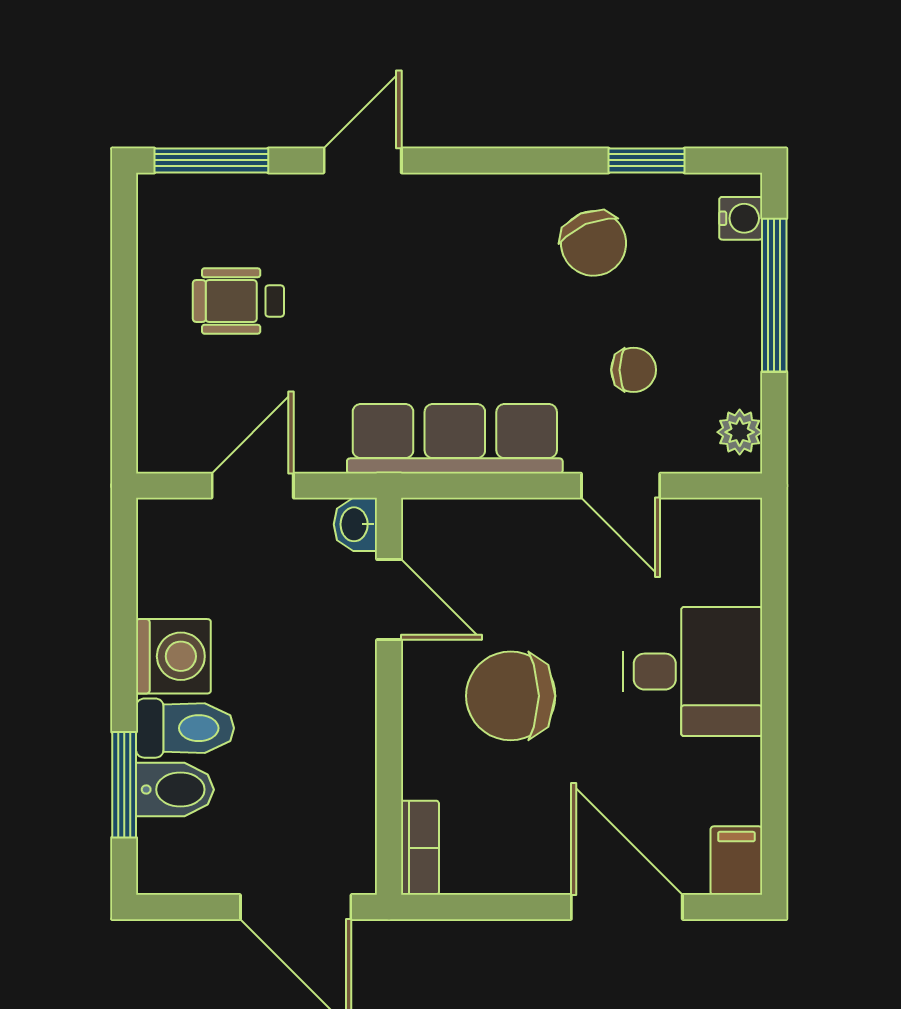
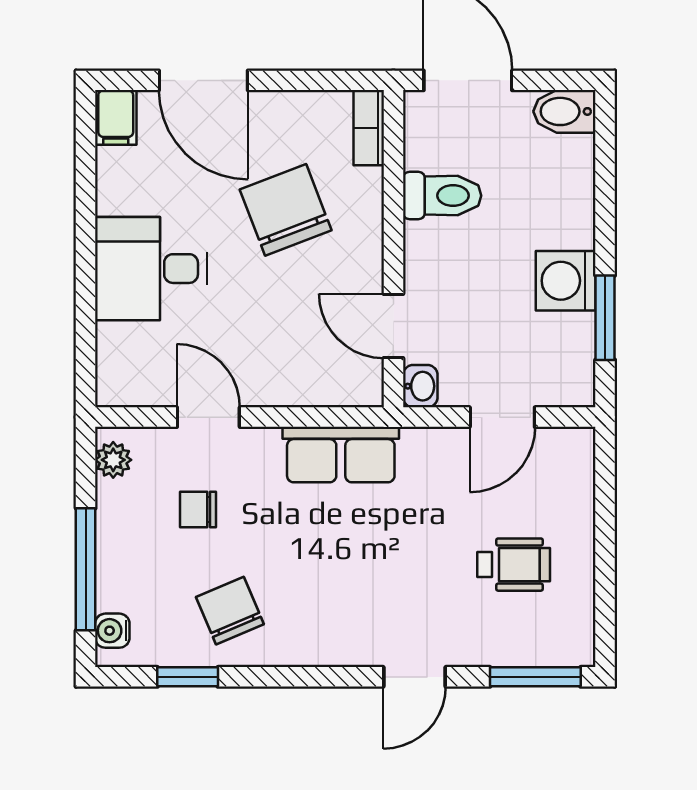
row of seats: (455, 439) -> (341, 455), width x0.68
chair: (511, 696) -> (286, 210), moved, turned -111
toilet: (185, 728) -> (442, 196), moved, turned 180
window: (124, 785) -> (605, 318), moved
bidet: (175, 790) -> (564, 111), moved

